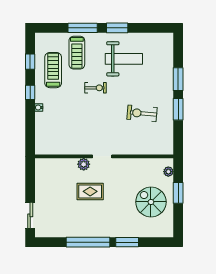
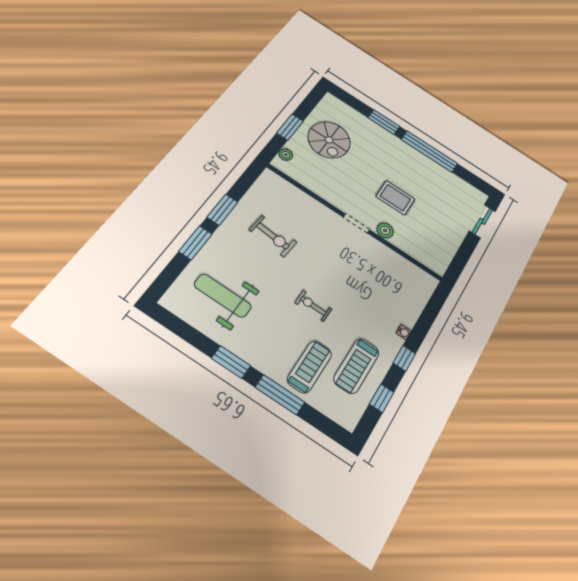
weight bench: (124, 59) -> (223, 296), moved

